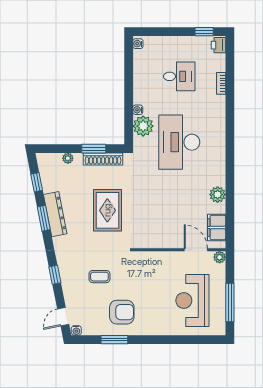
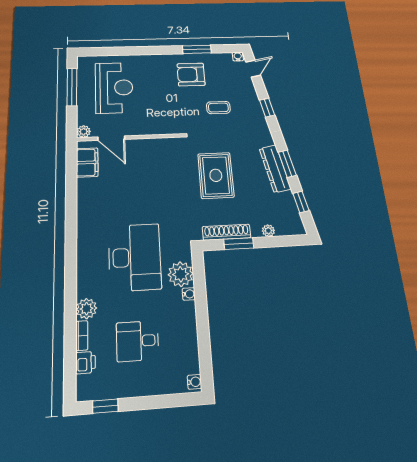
printer: (218, 45) -> (85, 363), moved
plant: (218, 195) -> (87, 309), moved

